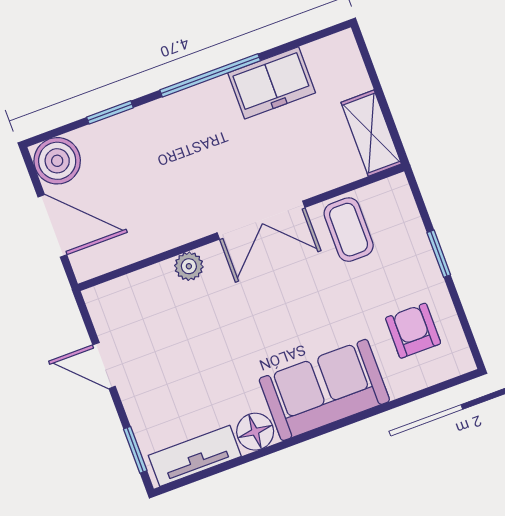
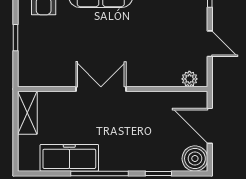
freezer: (272, 83) -> (69, 158), width x1.40
coffee table: (349, 230) -> (58, 67), removed
plant: (189, 266) -> (189, 79), moved

